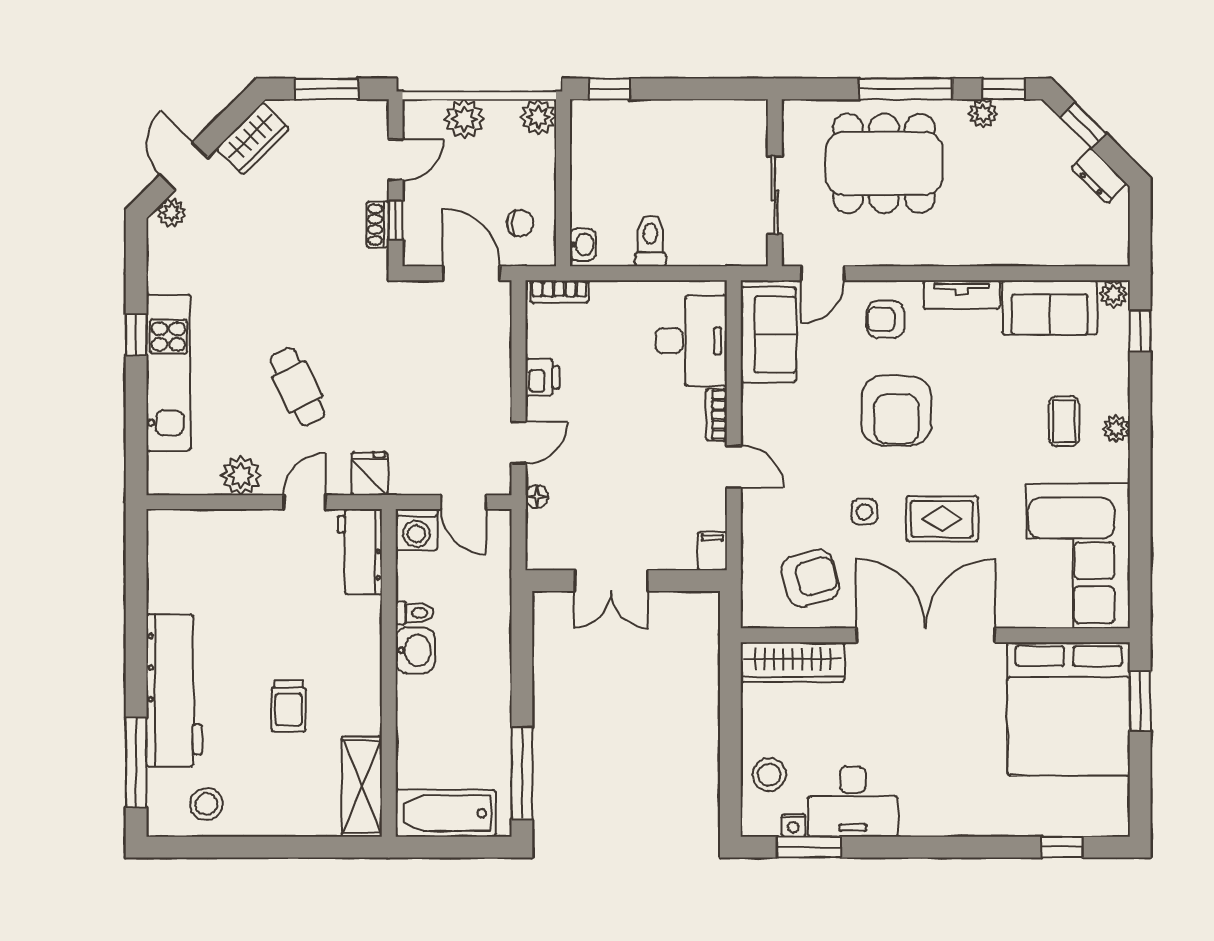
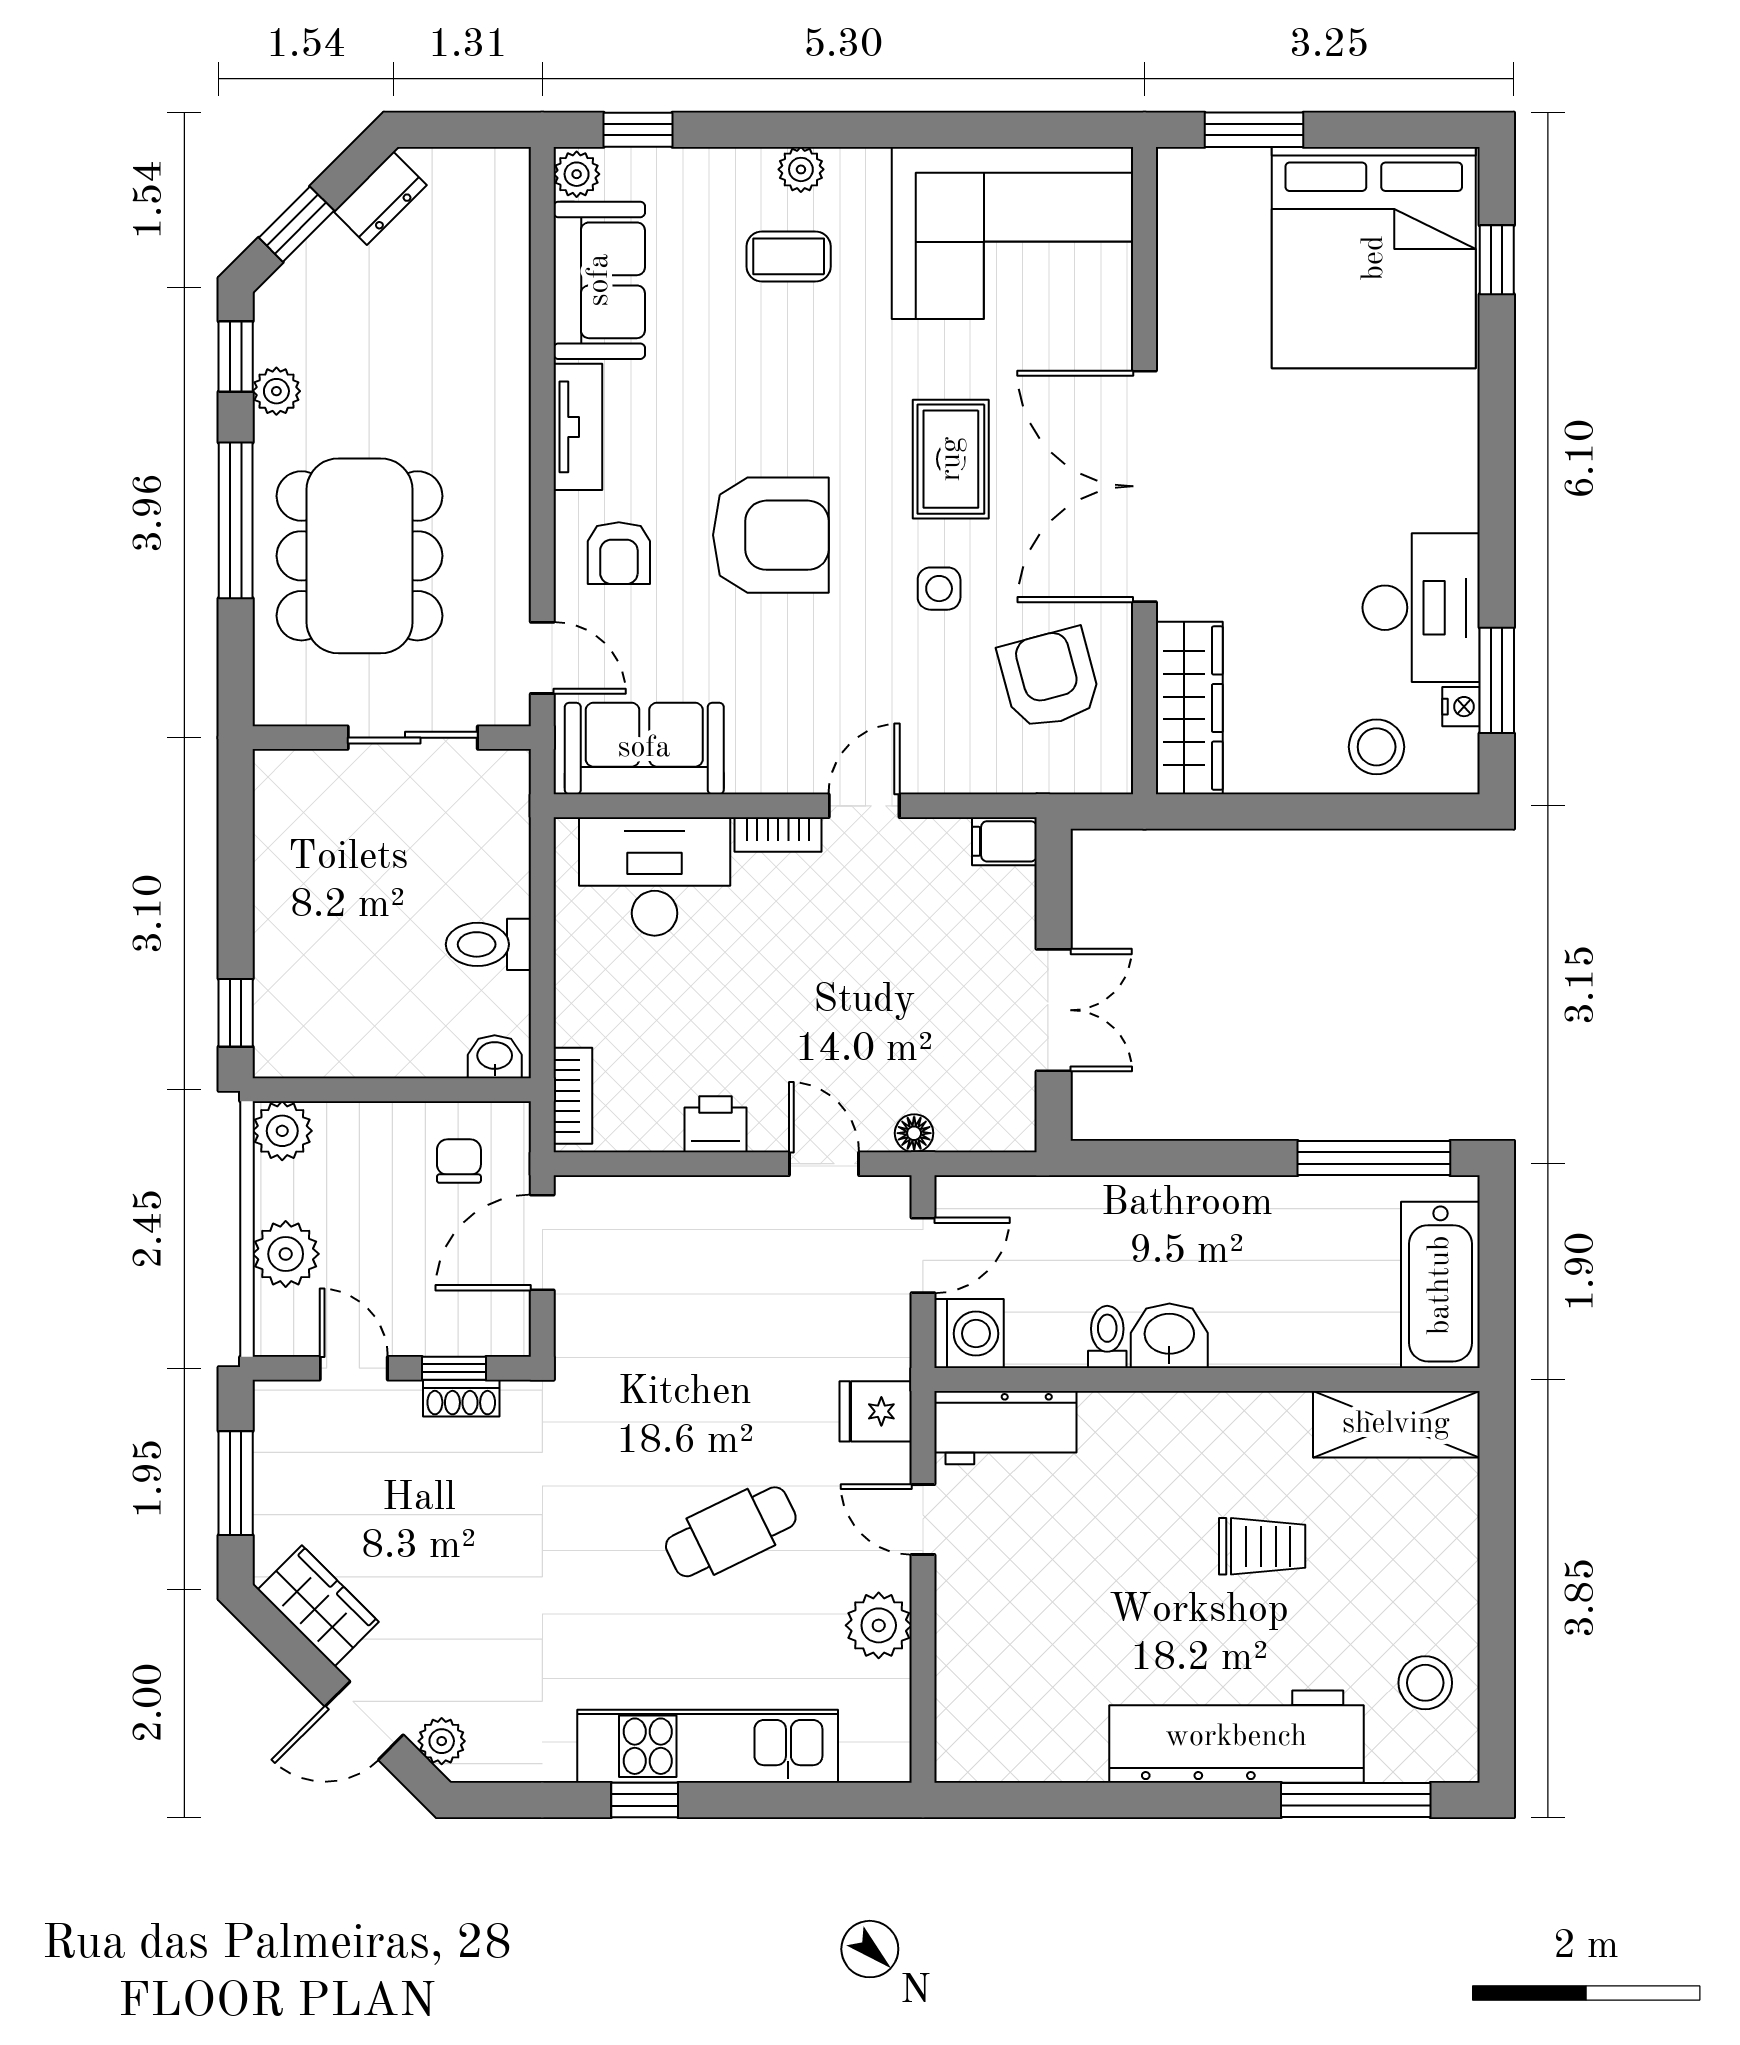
bed: (1069, 709) -> (1374, 258), moved, turned 90

